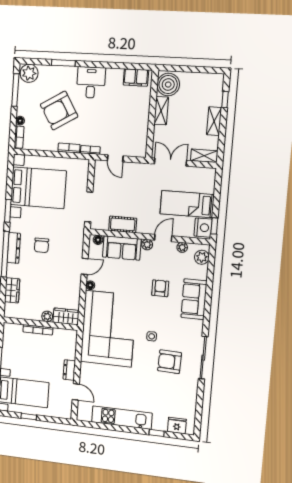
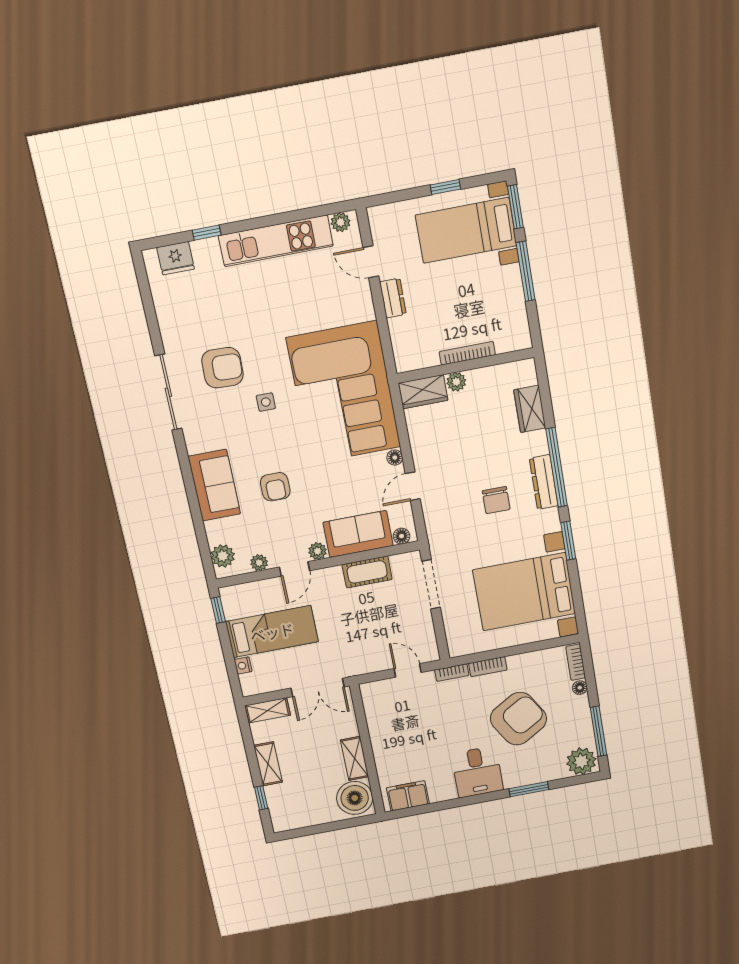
nightstand: (203, 228) -> (243, 665), moved, width x0.53, depth x0.56
chair: (41, 245) -> (496, 500), turned 180
plant: (86, 416) -> (340, 222), added

